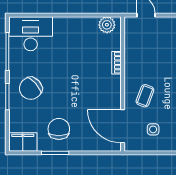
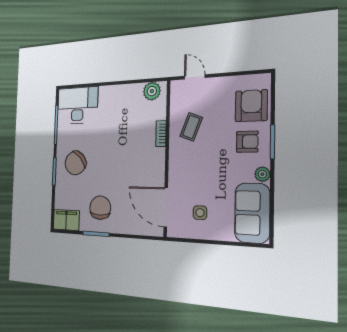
coffee table: (145, 96) -> (191, 127), moved

